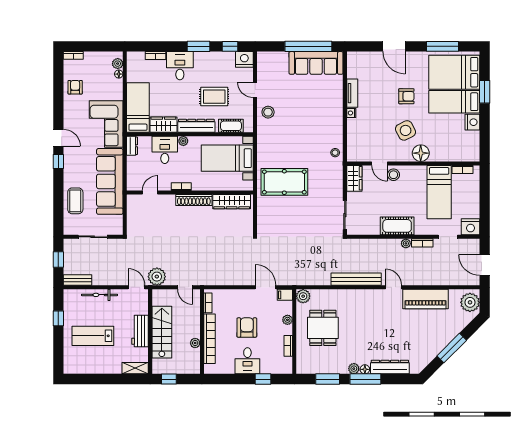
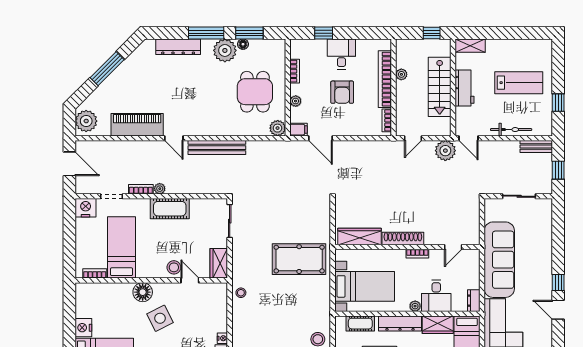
coffee table: (75, 201) -> (539, 237), removed
door: (185, 287) -> (413, 138), swing flipped
plant: (354, 369) -> (225, 50), width x1.88, depth x1.88
floor lamp: (365, 369) -> (243, 44), moved

